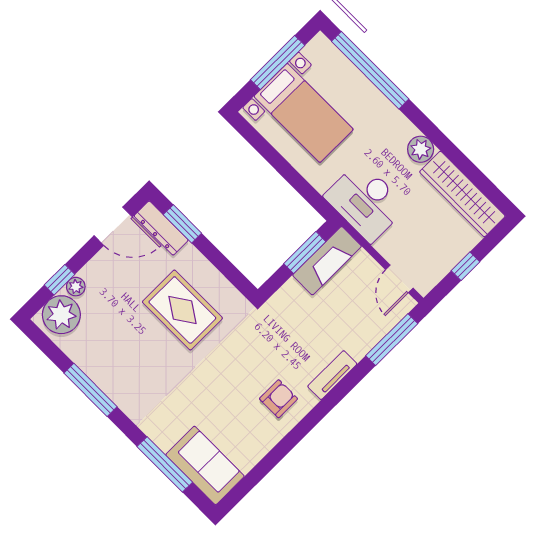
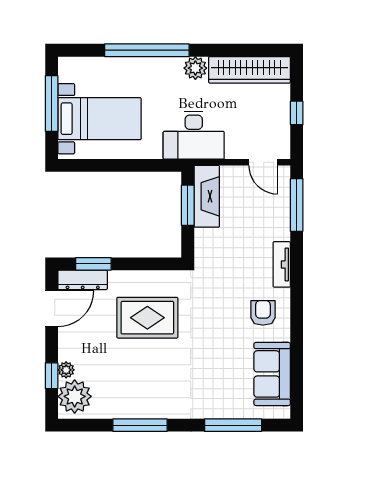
window: (370, 70) -> (147, 50), moved
sofa: (205, 465) -> (272, 374), moved, turned -90

